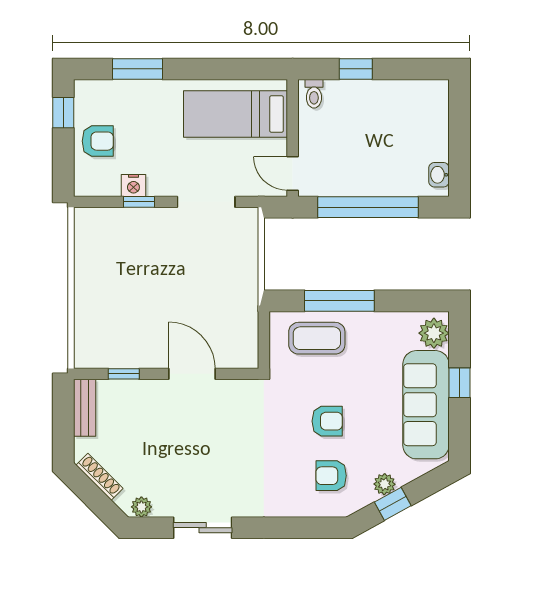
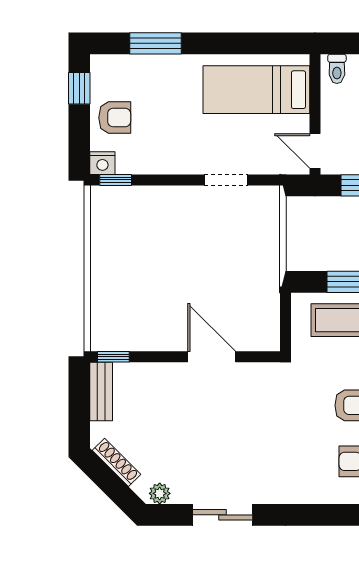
nightstand: (133, 185) -> (102, 163), moved
window: (139, 202) -> (116, 180), moved
doorway: (206, 202) -> (226, 180), width x0.73
window: (124, 374) -> (113, 357), moved

